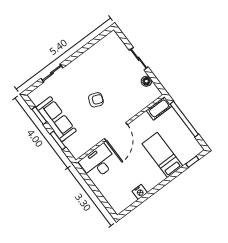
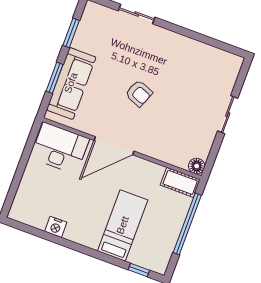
floor lamp: (146, 81) -> (197, 166), moved
sofa: (56, 119) -> (71, 83), moved

